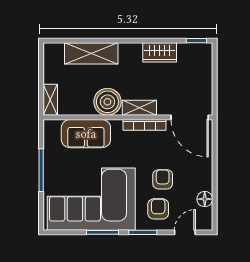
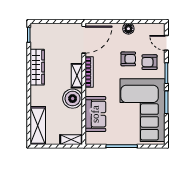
wardrobe: (160, 52) -> (37, 67), width x1.50
shelving: (91, 53) -> (38, 126), moved
armchair: (163, 179) -> (128, 59), turned 180
floor lamp: (205, 199) -> (128, 29), moved

